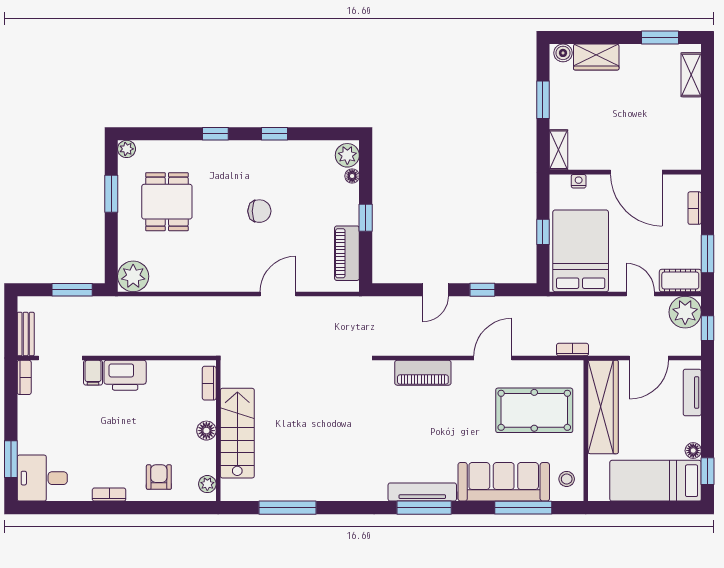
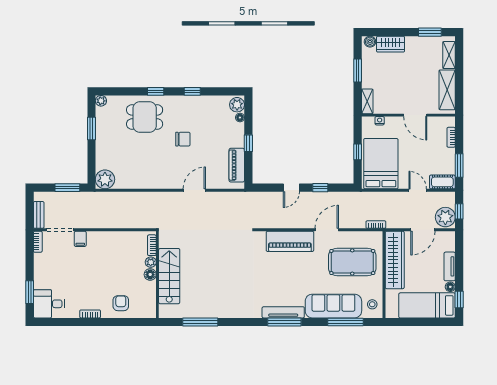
shelving: (688, 131) -> (447, 90), added
door: (636, 172) -> (415, 115), width x0.73
dining table: (167, 202) -> (145, 117), moved, turned 90
plant: (685, 312) -> (445, 217), moved
piano: (423, 373) -> (290, 241), width x1.37, depth x1.33
printer: (125, 375) -> (100, 240), removed
tv unit: (692, 393) -> (450, 266), moved
plant: (207, 484) -> (151, 262), moved

